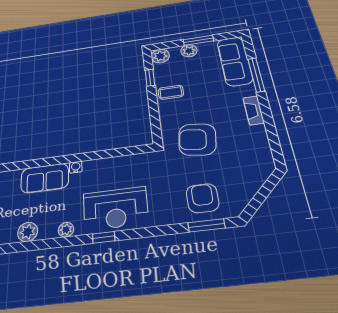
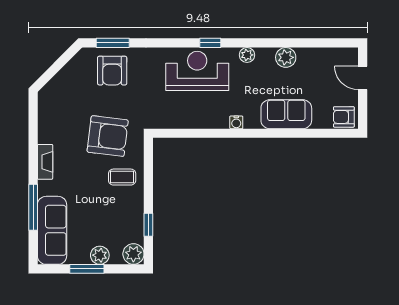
coffee table: (171, 92) -> (122, 177), moved
sofa: (45, 178) -> (286, 114), moved

